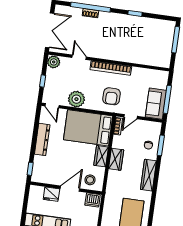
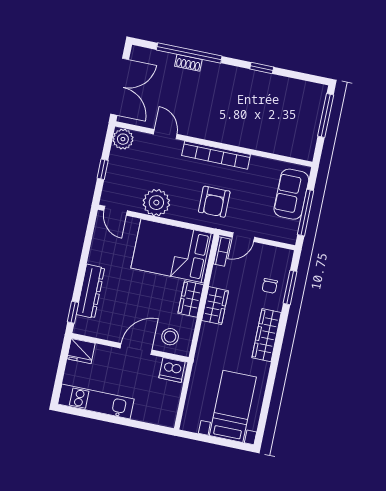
sofa: (156, 104) -> (291, 194), moved
dresser: (42, 139) -> (90, 291), moved
fridge: (51, 194) -> (81, 351), moved

